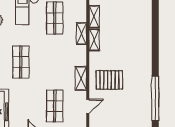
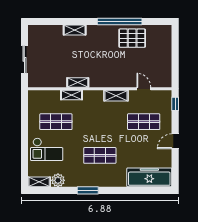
shelving: (94, 17) -> (75, 30), moved
pallet: (109, 80) -> (132, 38), moved, turned 90
window: (155, 98) -> (120, 21), moved

